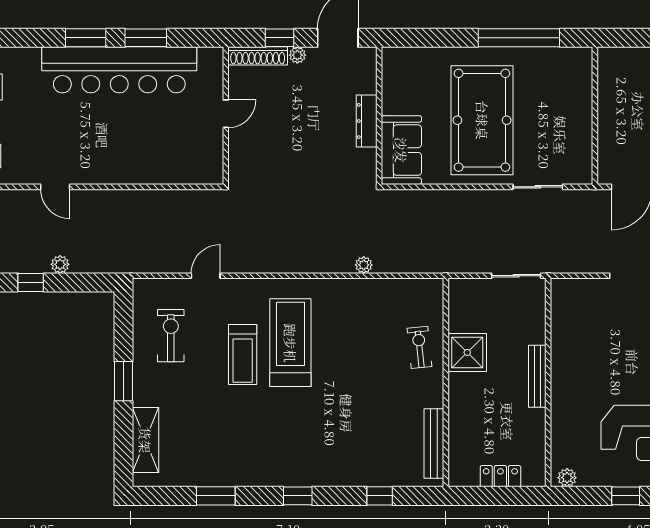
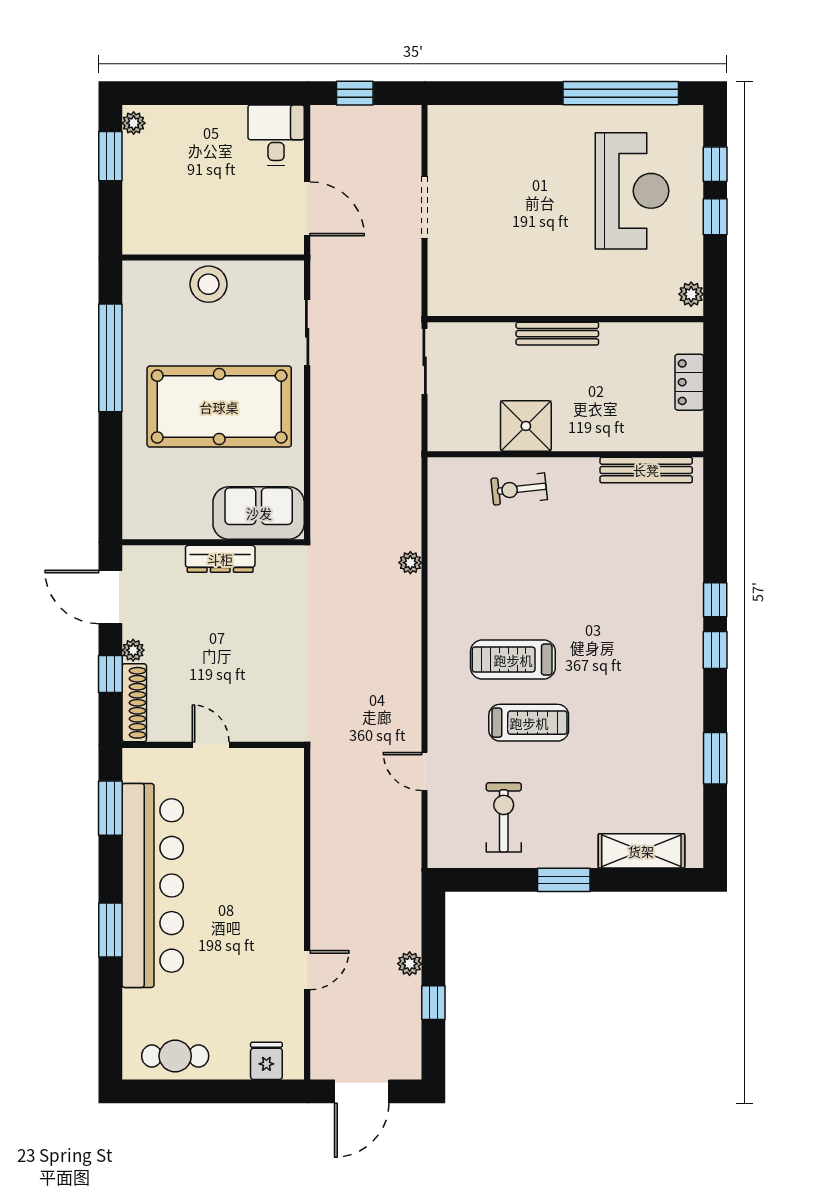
window: (146, 38) -> (110, 808), moved
stool: (575, 112) -> (209, 284), added
exercise bike: (171, 336) -> (504, 817), turned 90
treadmill: (290, 343) -> (513, 660), width x0.73, depth x0.73
window: (380, 496) -> (715, 600), moved

